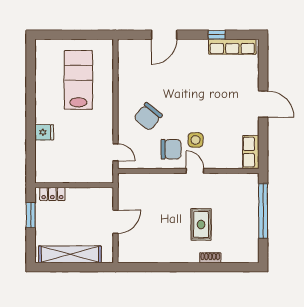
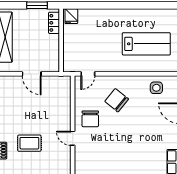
fridge: (44, 132) -> (71, 16), moved
side table: (196, 140) -> (156, 88), moved
door: (195, 171) -> (73, 138), swing flipped

